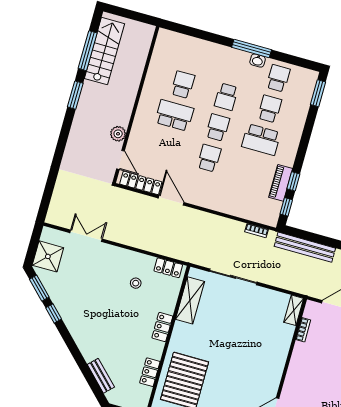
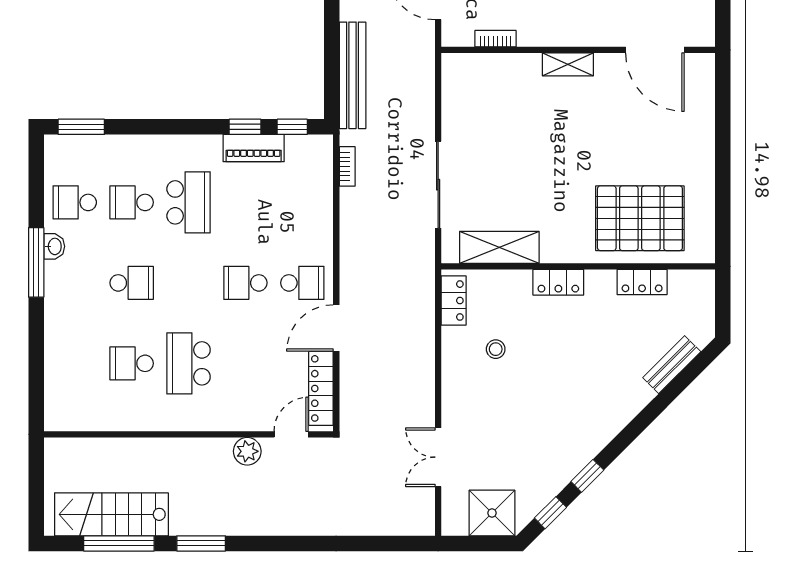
school desk: (218, 127) -> (302, 283), moved, turned 180
window: (39, 288) -> (550, 513), width x0.67
shelving: (294, 310) -> (568, 64), moved

